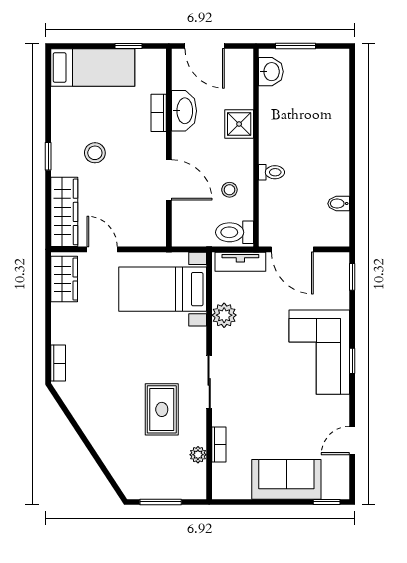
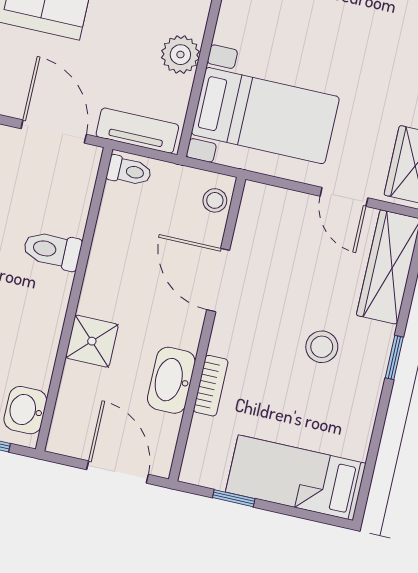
toilet: (272, 172) -> (52, 250), width x1.37, depth x1.39
stool: (229, 190) -> (215, 200), moved
toilet: (235, 232) -> (129, 171), width x0.73, depth x0.72

